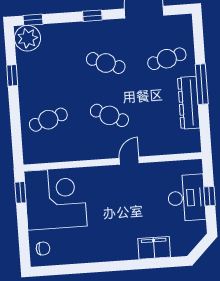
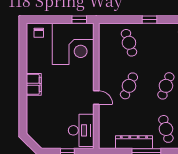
window: (12, 75) -> (150, 20), moved
desk: (187, 198) -> (81, 130), moved, turned -90
filing cabinet: (154, 248) -> (34, 84), moved

